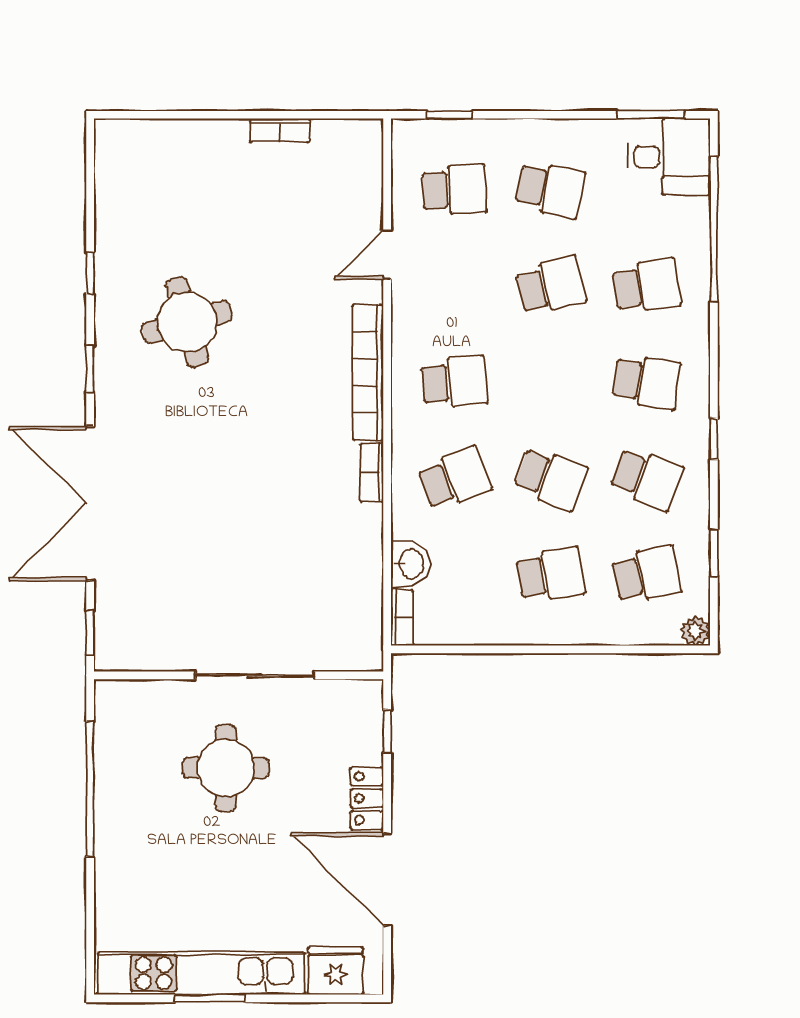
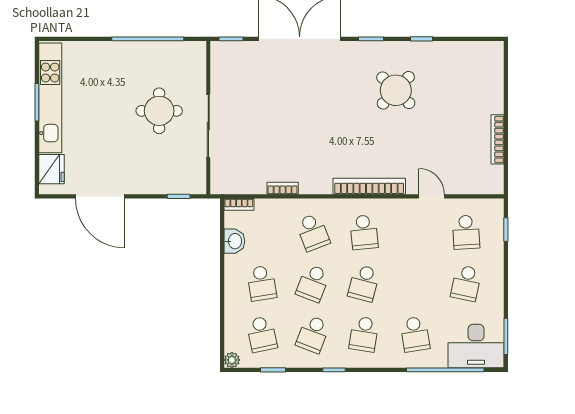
bookcase: (280, 130) -> (497, 139), width x1.56
desk: (669, 157) -> (476, 346), width x1.37
school desk: (550, 286) -> (364, 283), moved, turned 30
round table: (187, 322) -> (396, 90), turned -30
bookcase: (372, 472) -> (283, 188), moved
washbasin: (410, 564) -> (234, 241), moved, turned -90
locker: (367, 798) -> (143, 186), removed
door: (387, 879) -> (100, 196), swing flipped

